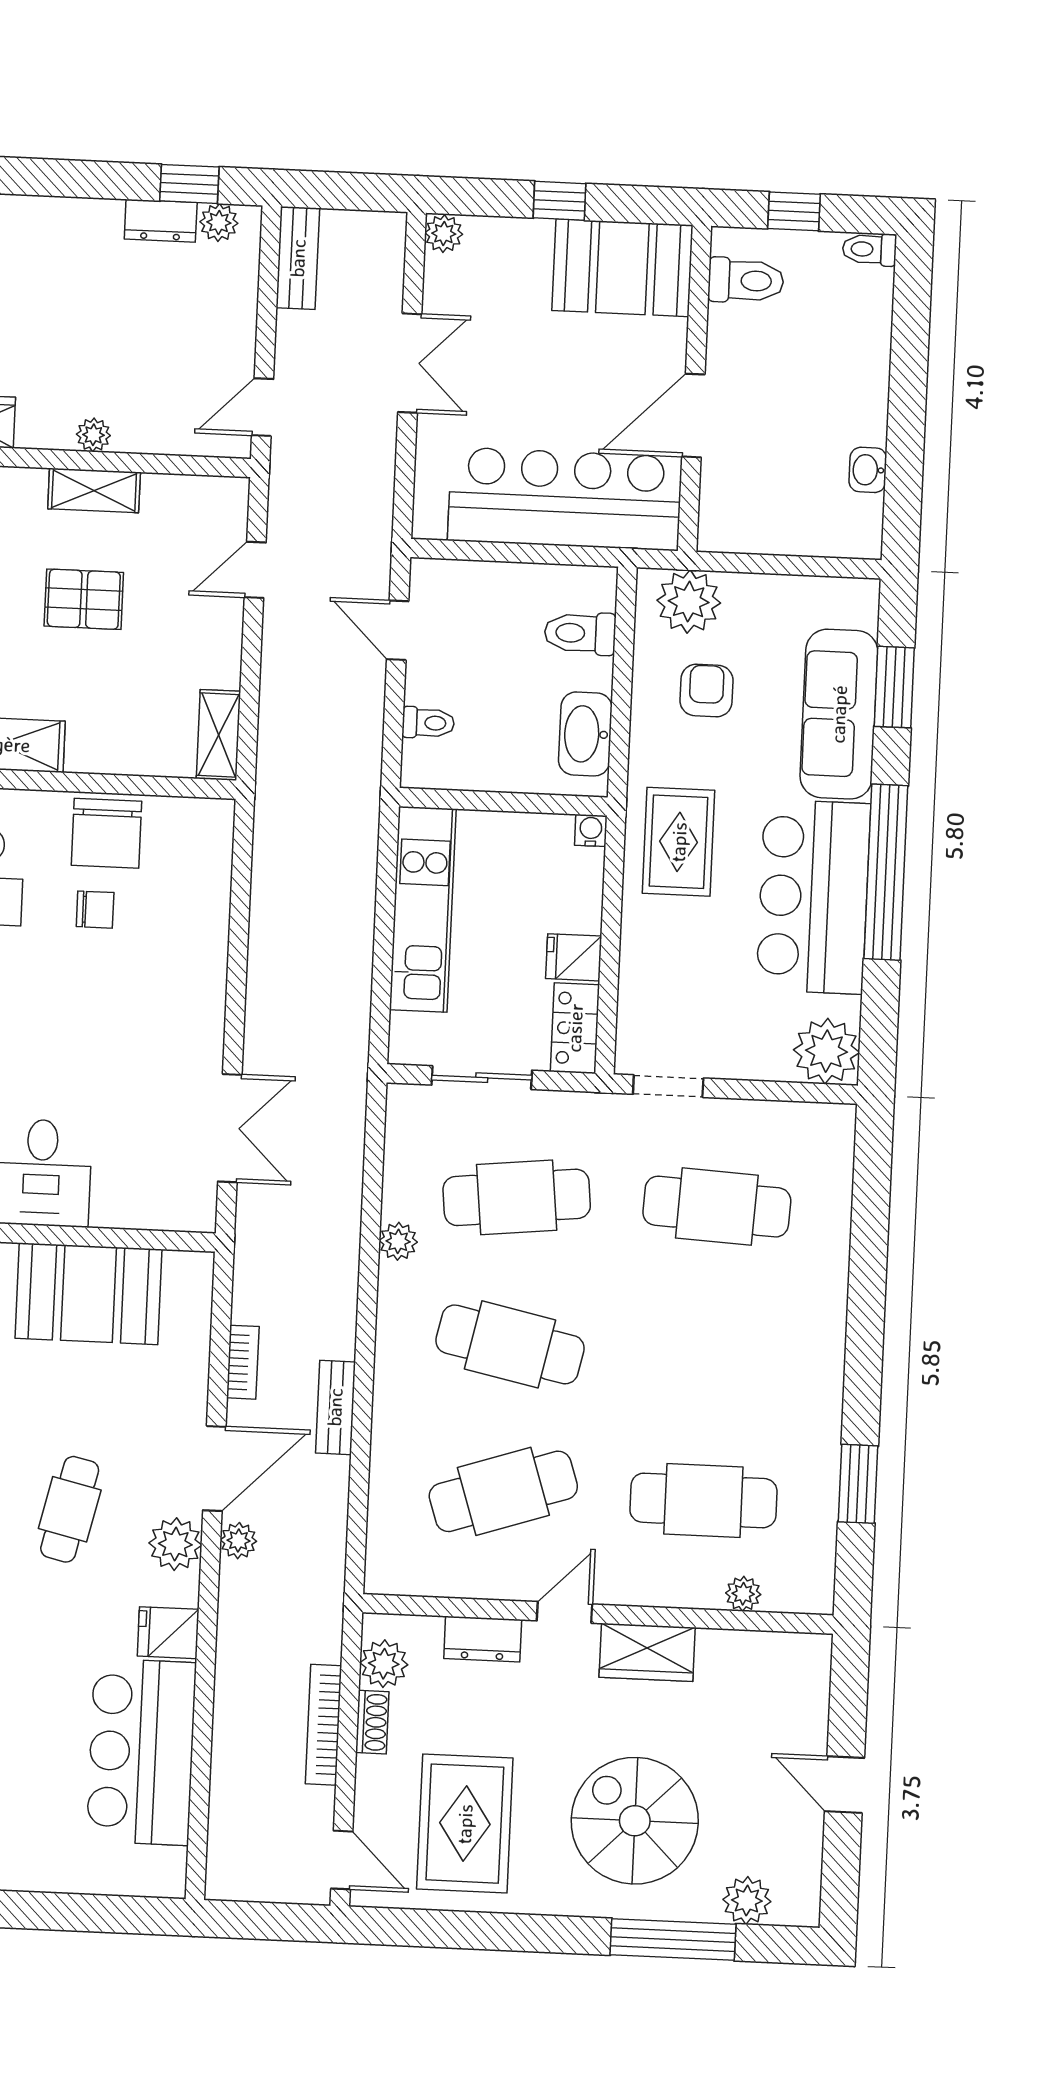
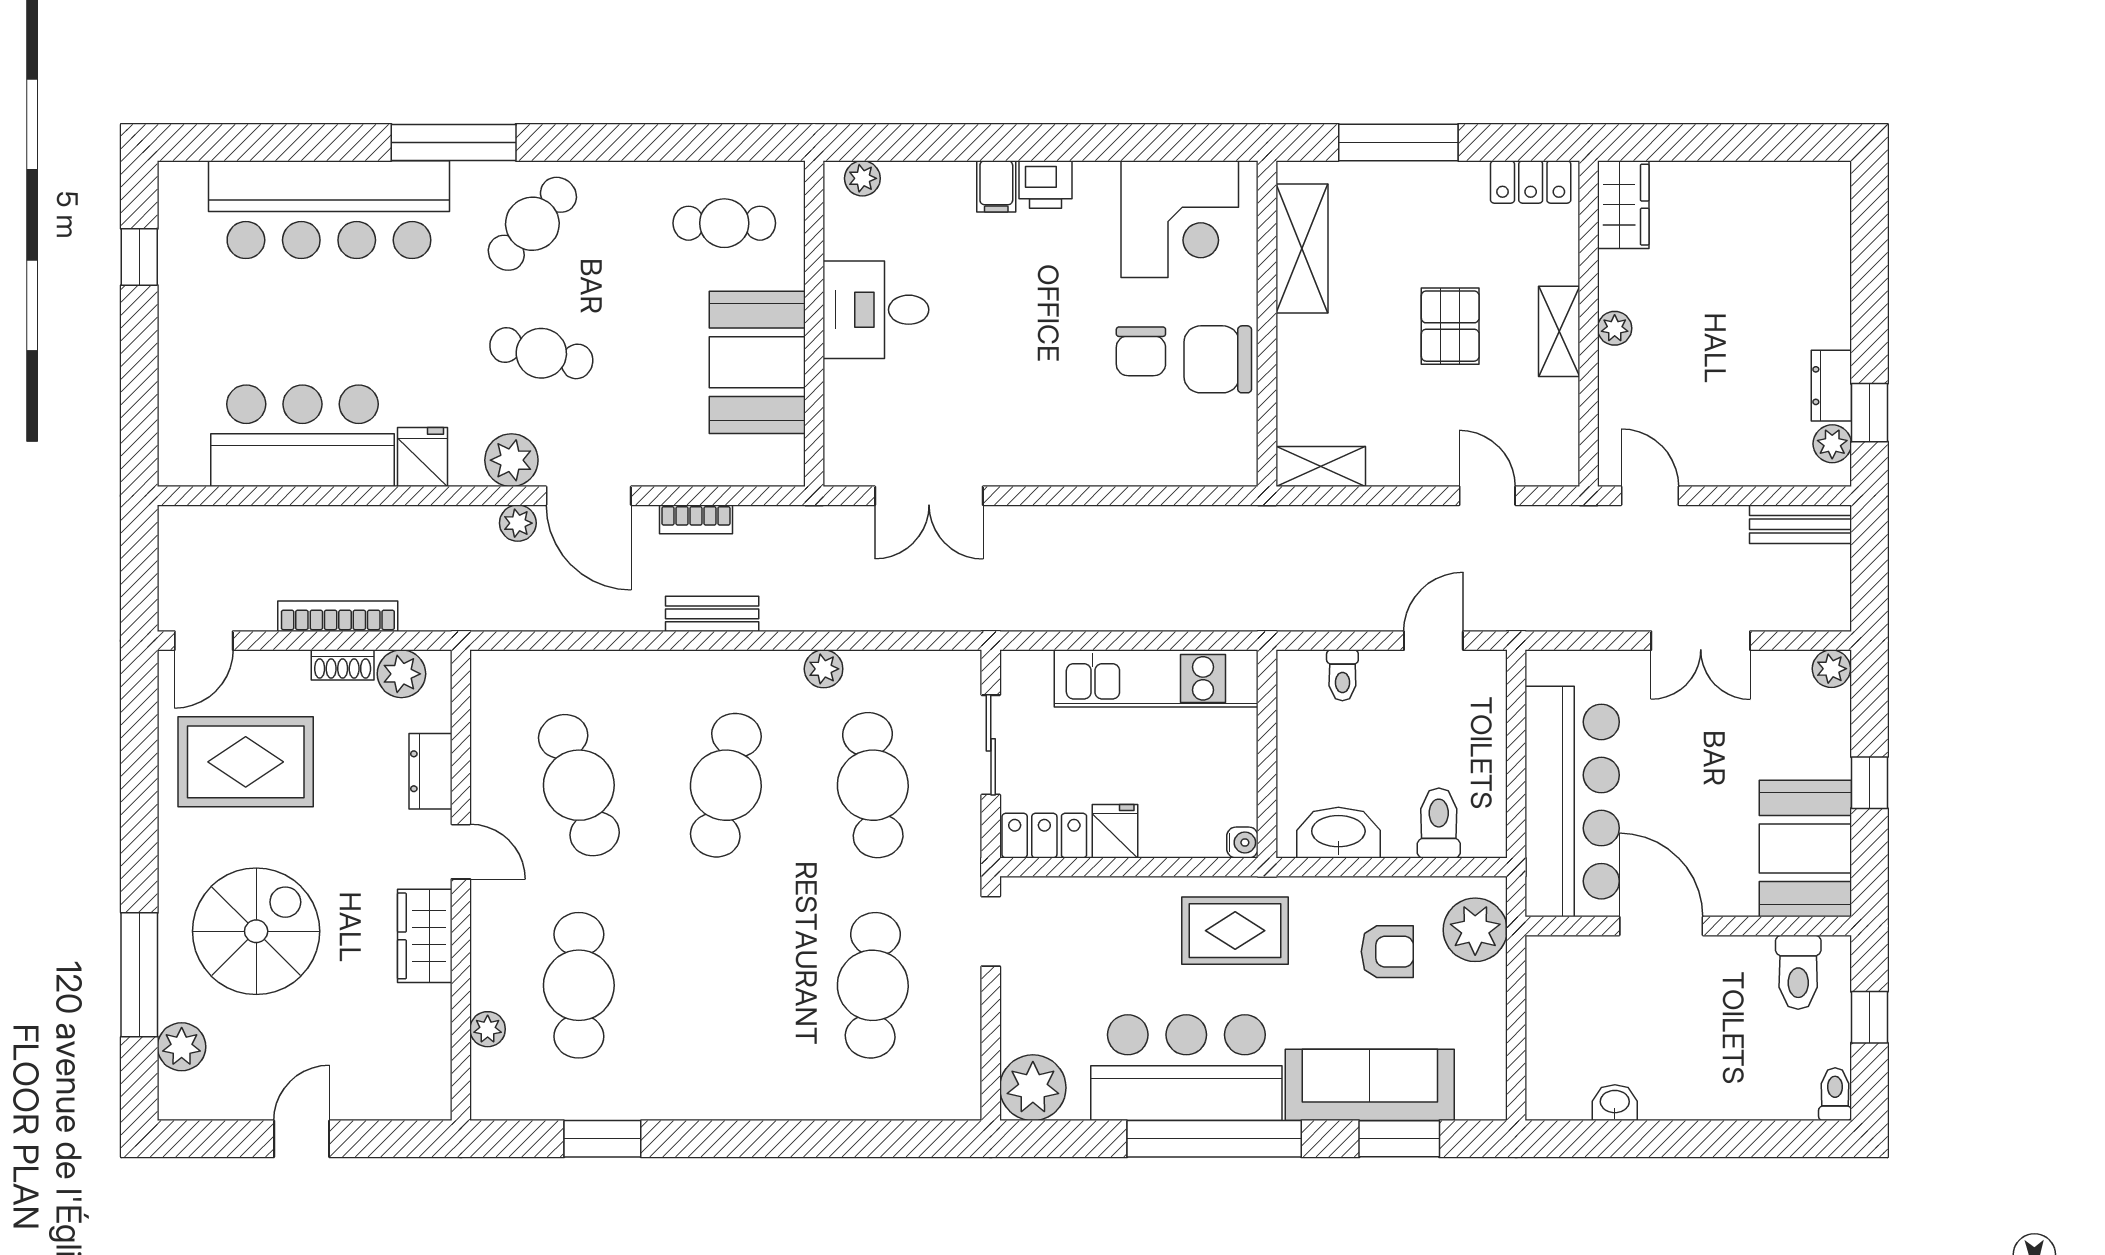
chair: (95, 910) -> (1141, 351), width x1.37, depth x1.37
bench: (335, 1407) -> (712, 614), moved

